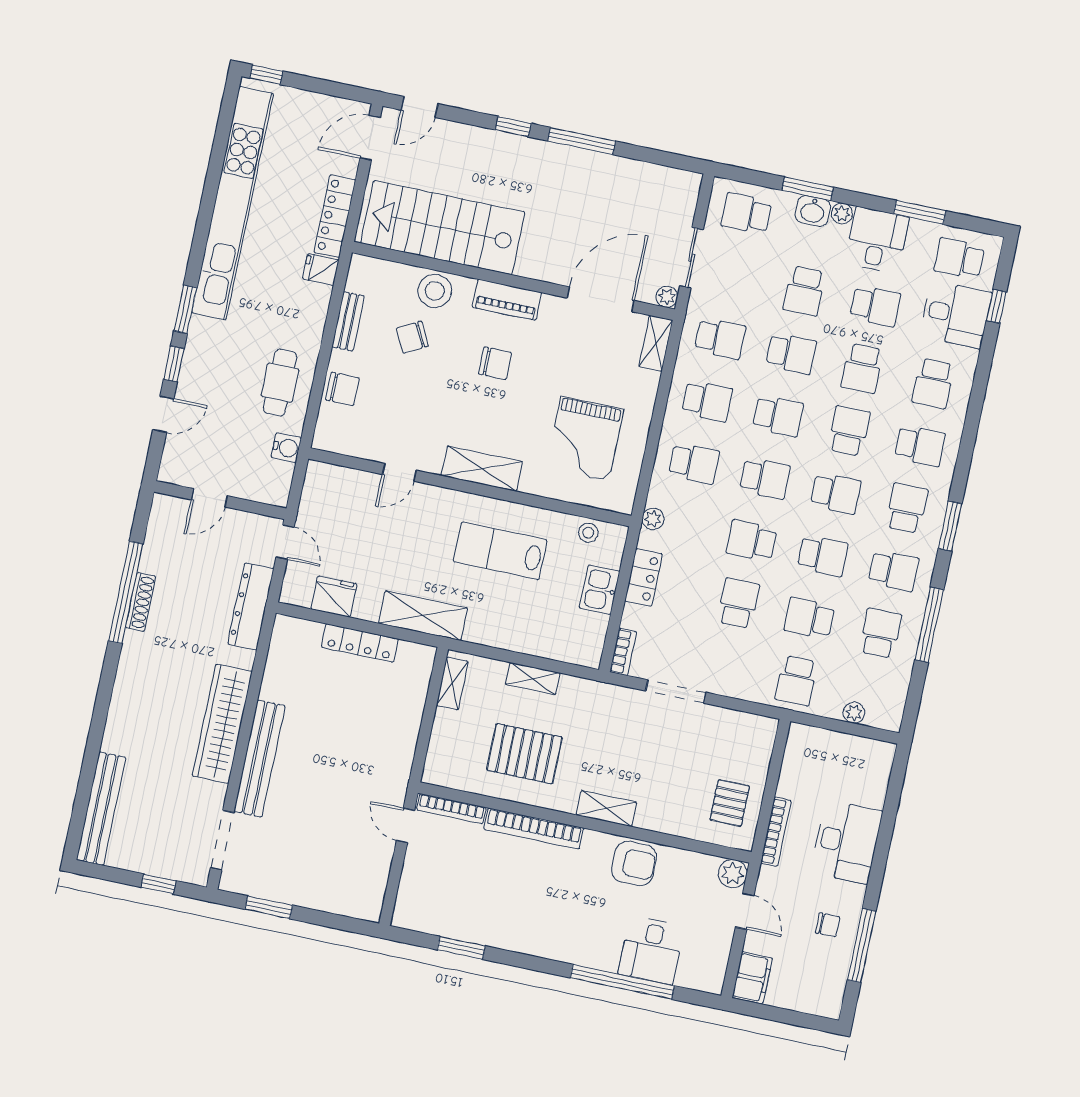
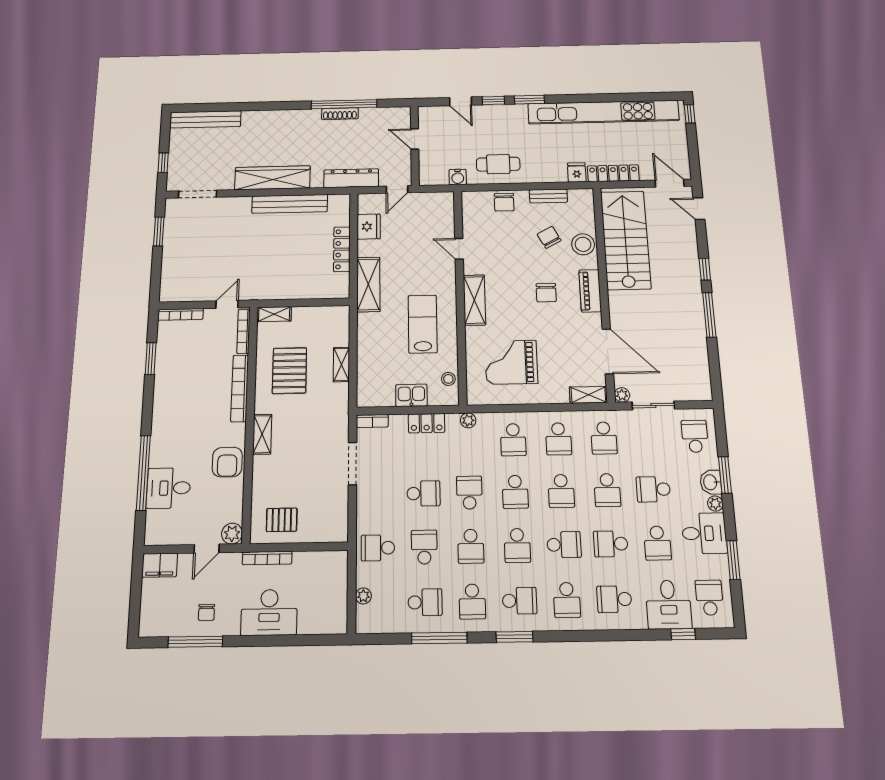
shelving: (452, 684) -> (274, 314), moved
bench: (259, 759) -> (290, 204), moved
bookcase: (405, 895) -> (180, 314), added

